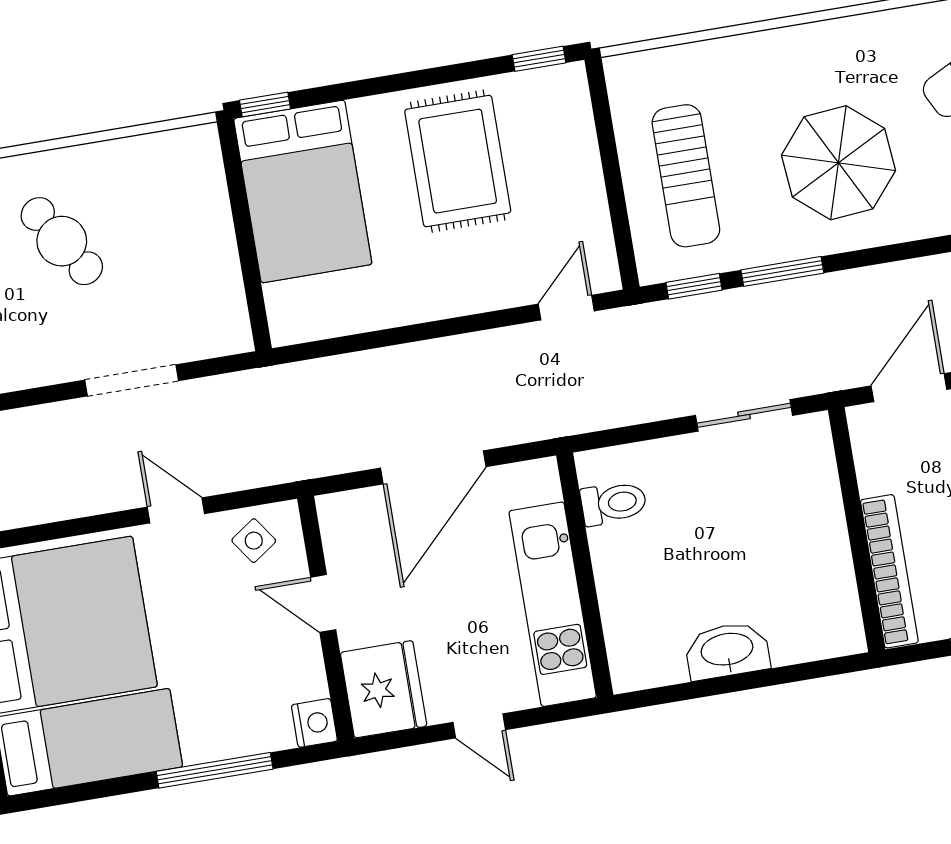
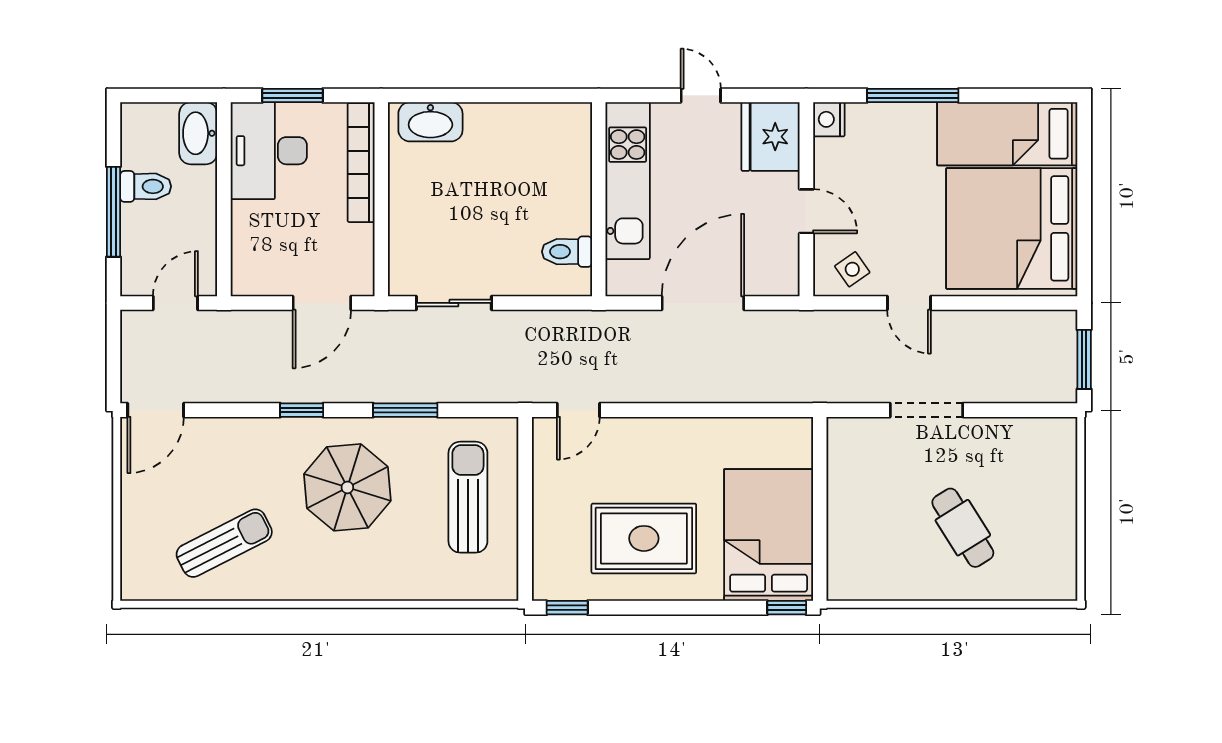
rug: (458, 161) -> (644, 538), turned 90
window: (694, 286) -> (302, 410), moved
washbasin: (727, 651) -> (430, 122), moved

